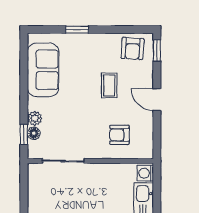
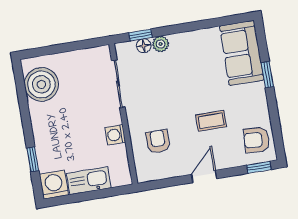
sofa: (43, 70) -> (242, 53), moved, turned 90
washing machine: (145, 173) -> (115, 135), moved, turned -90

